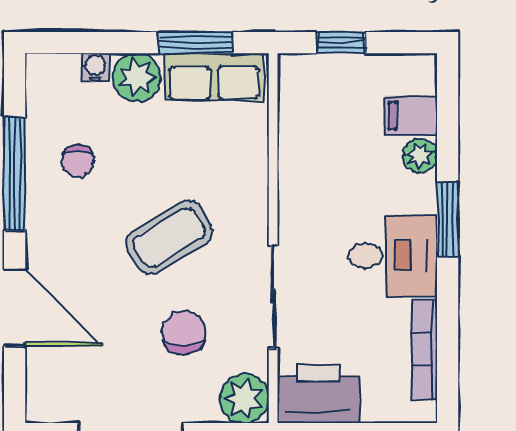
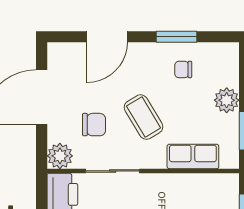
water cooler: (95, 67) -> (232, 79), removed
row of seats: (214, 77) -> (193, 156), moved, turned 90
window: (15, 174) -> (177, 37), width x0.69

